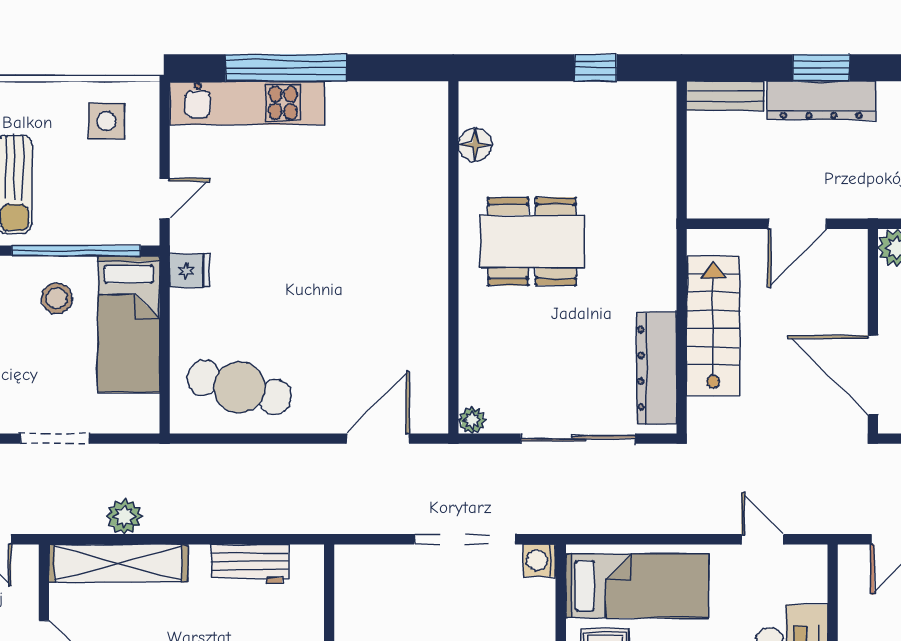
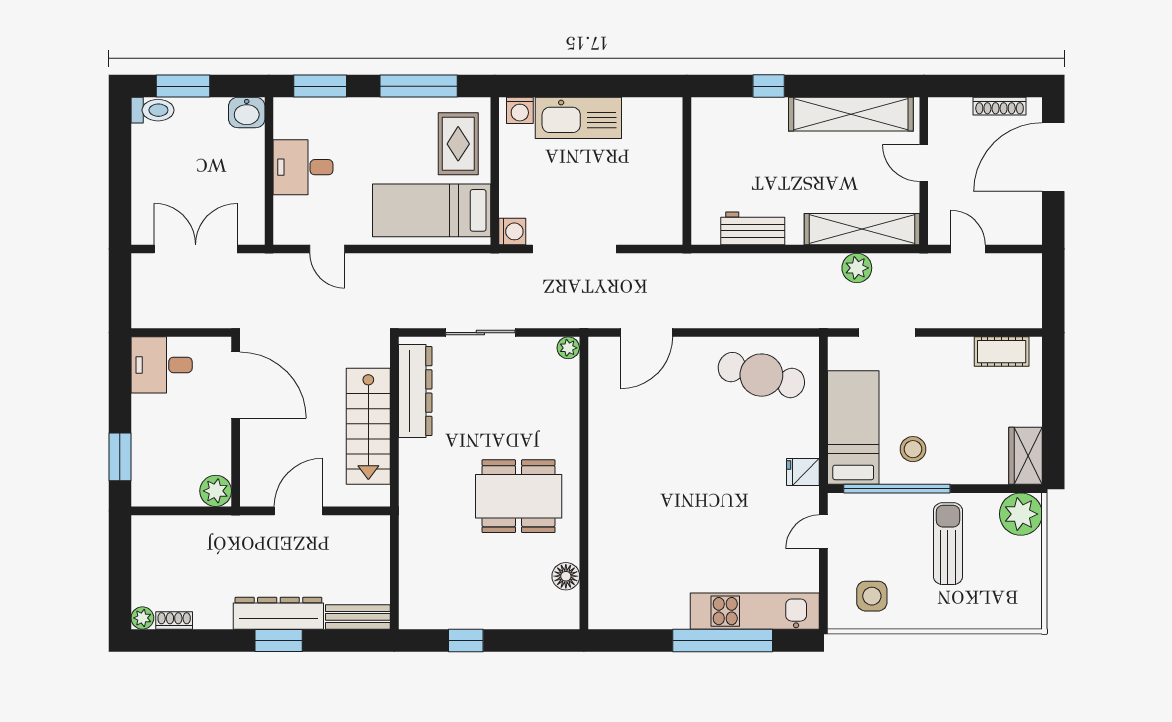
doorway: (55, 439) -> (887, 333), moved
sliding door: (578, 439) -> (480, 333), width x0.73

